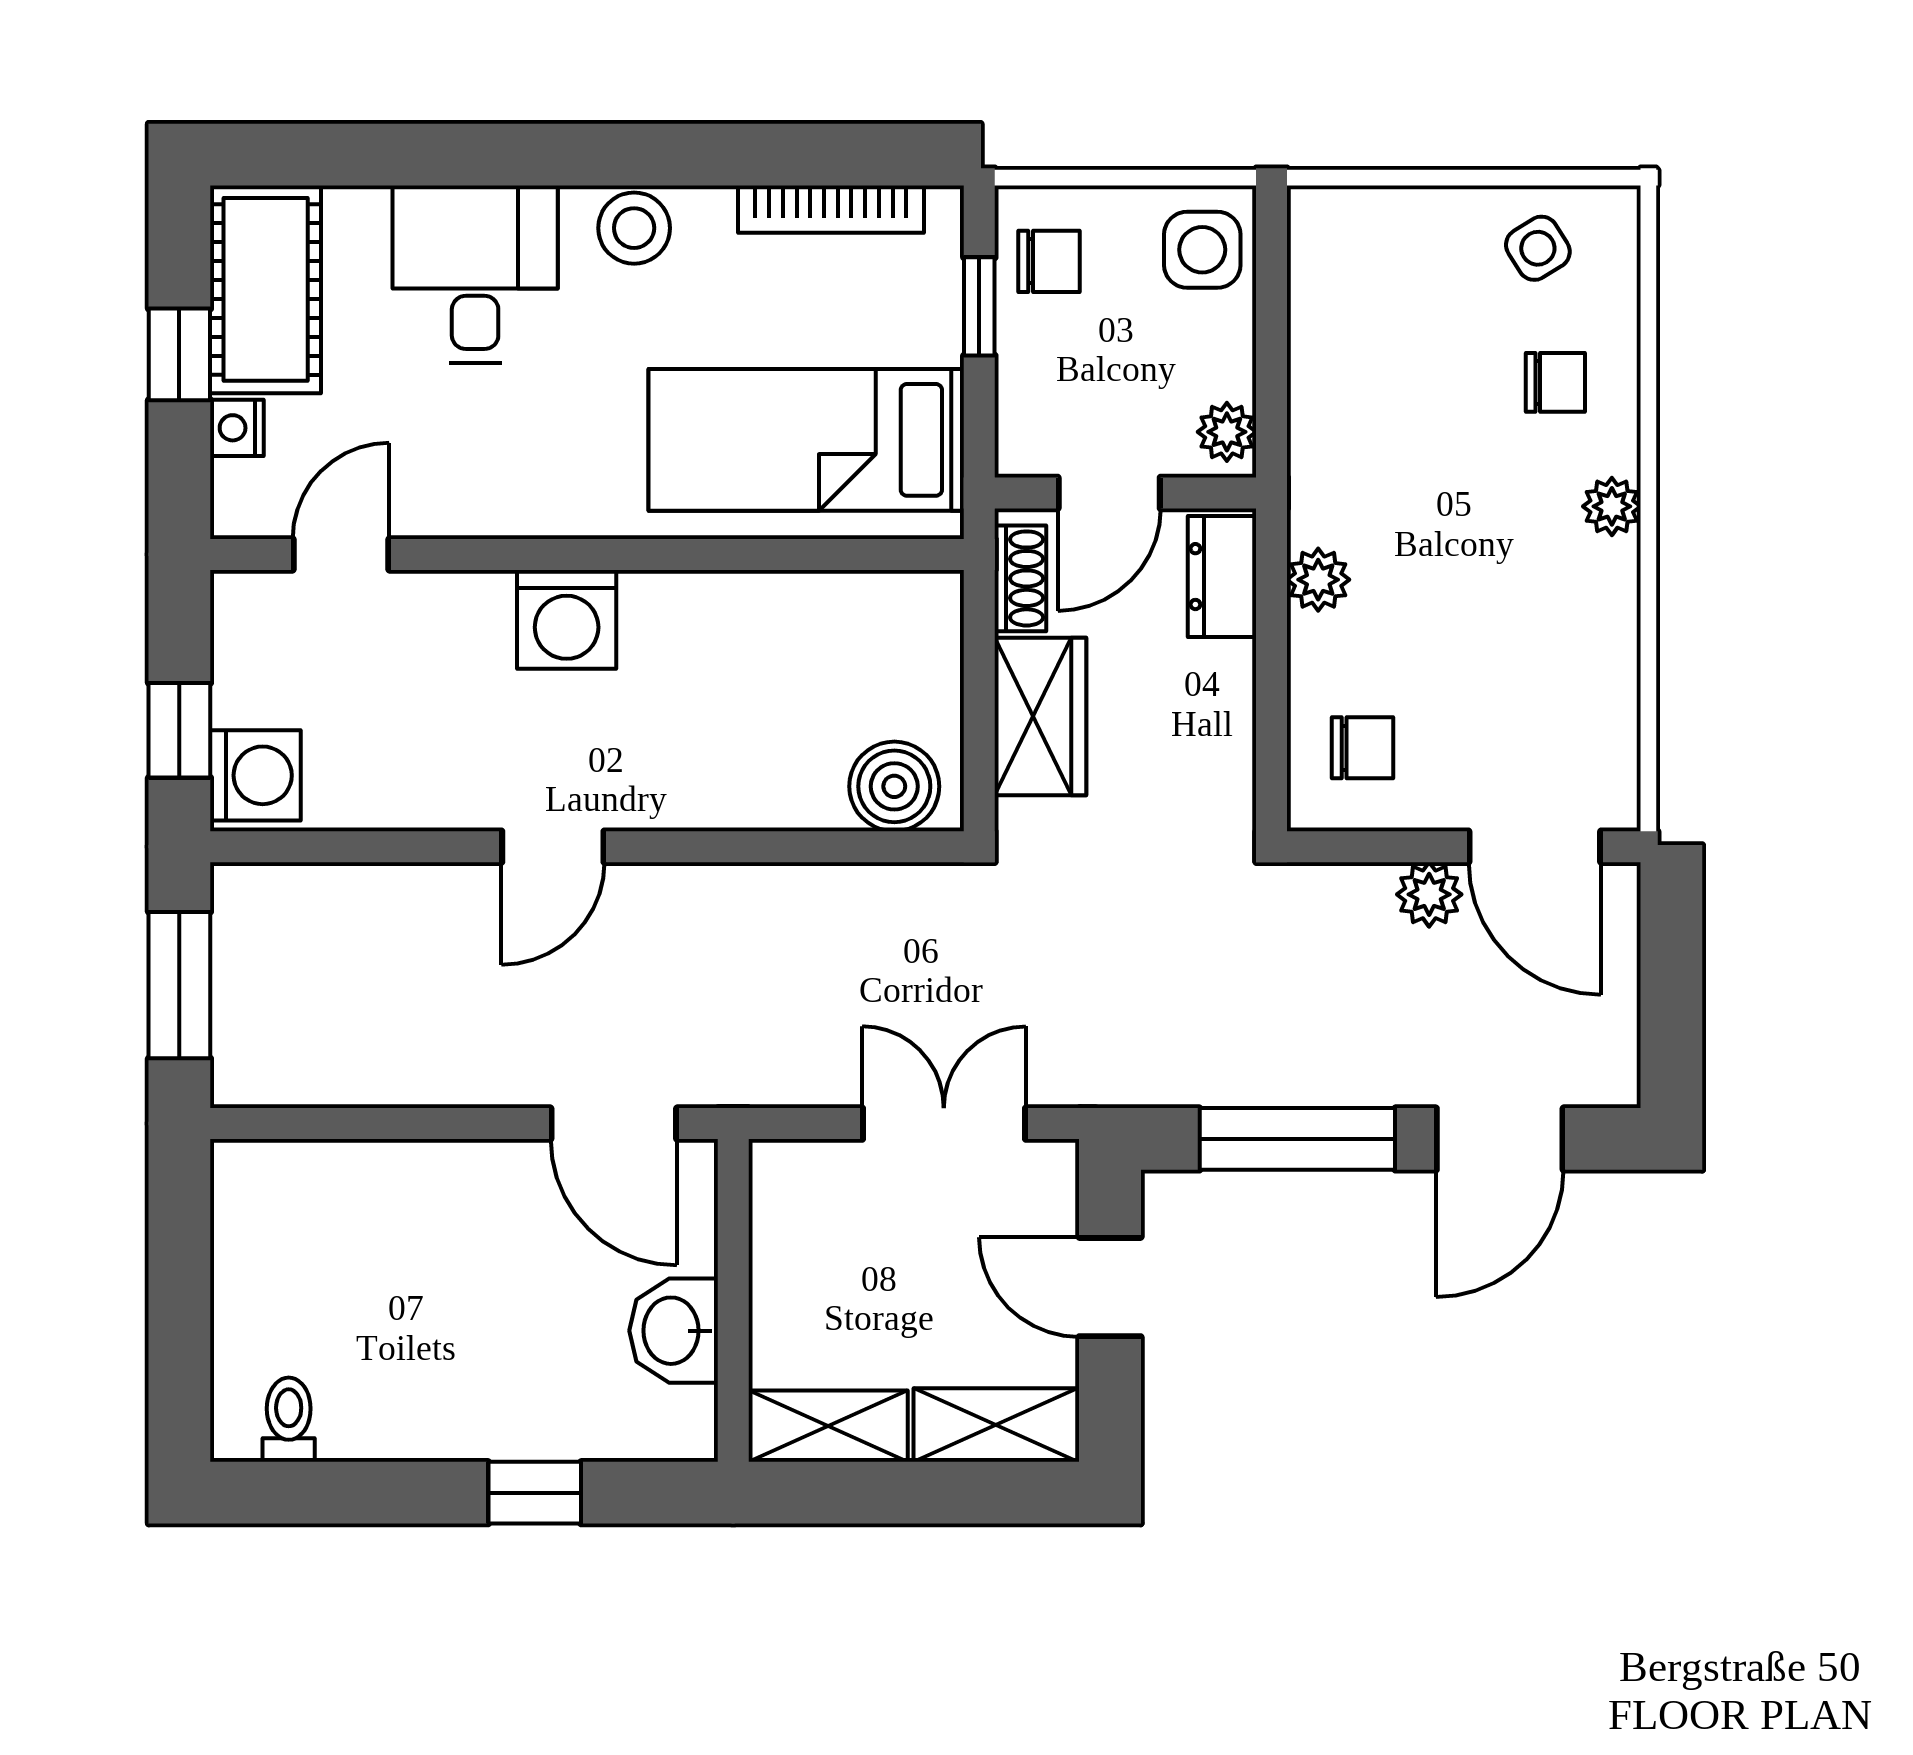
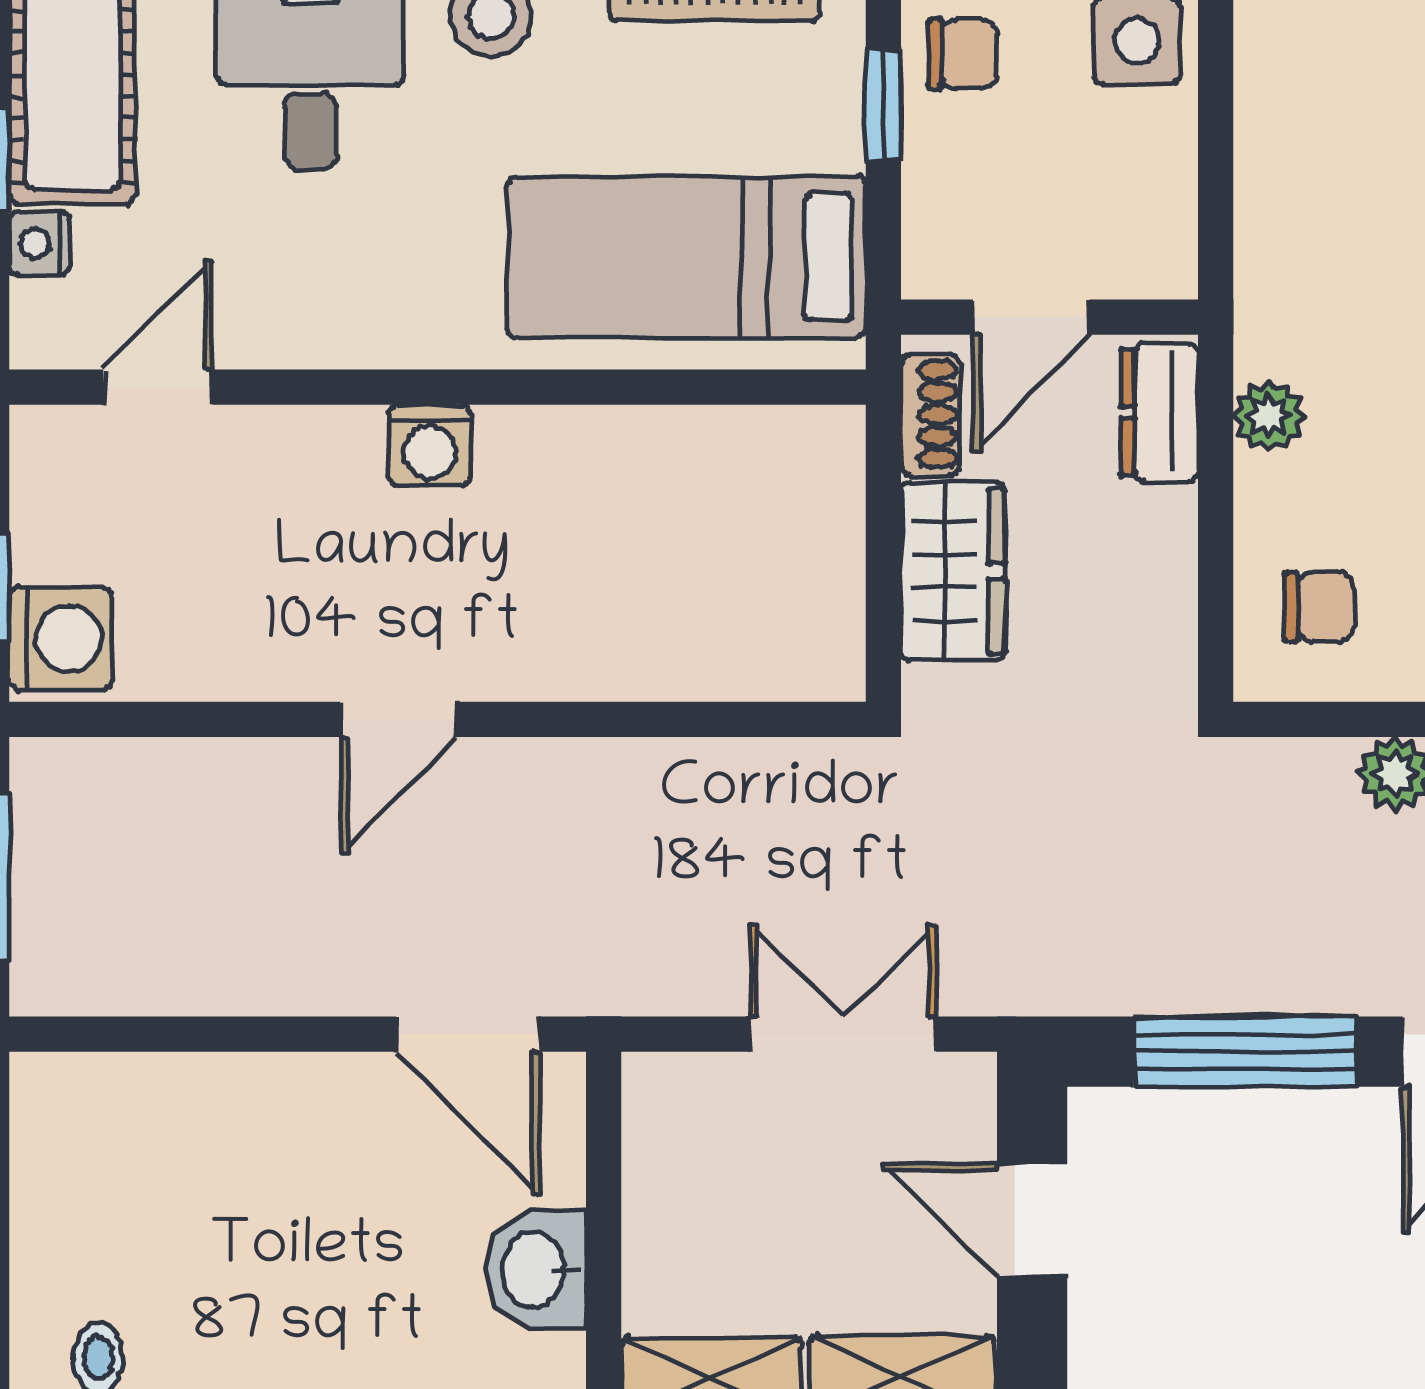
plant: (1227, 432) -> (1165, 248), removed
washing machine: (567, 619) -> (430, 446), width x0.73, depth x0.73
boiler: (894, 786) -> (787, 651), removed

